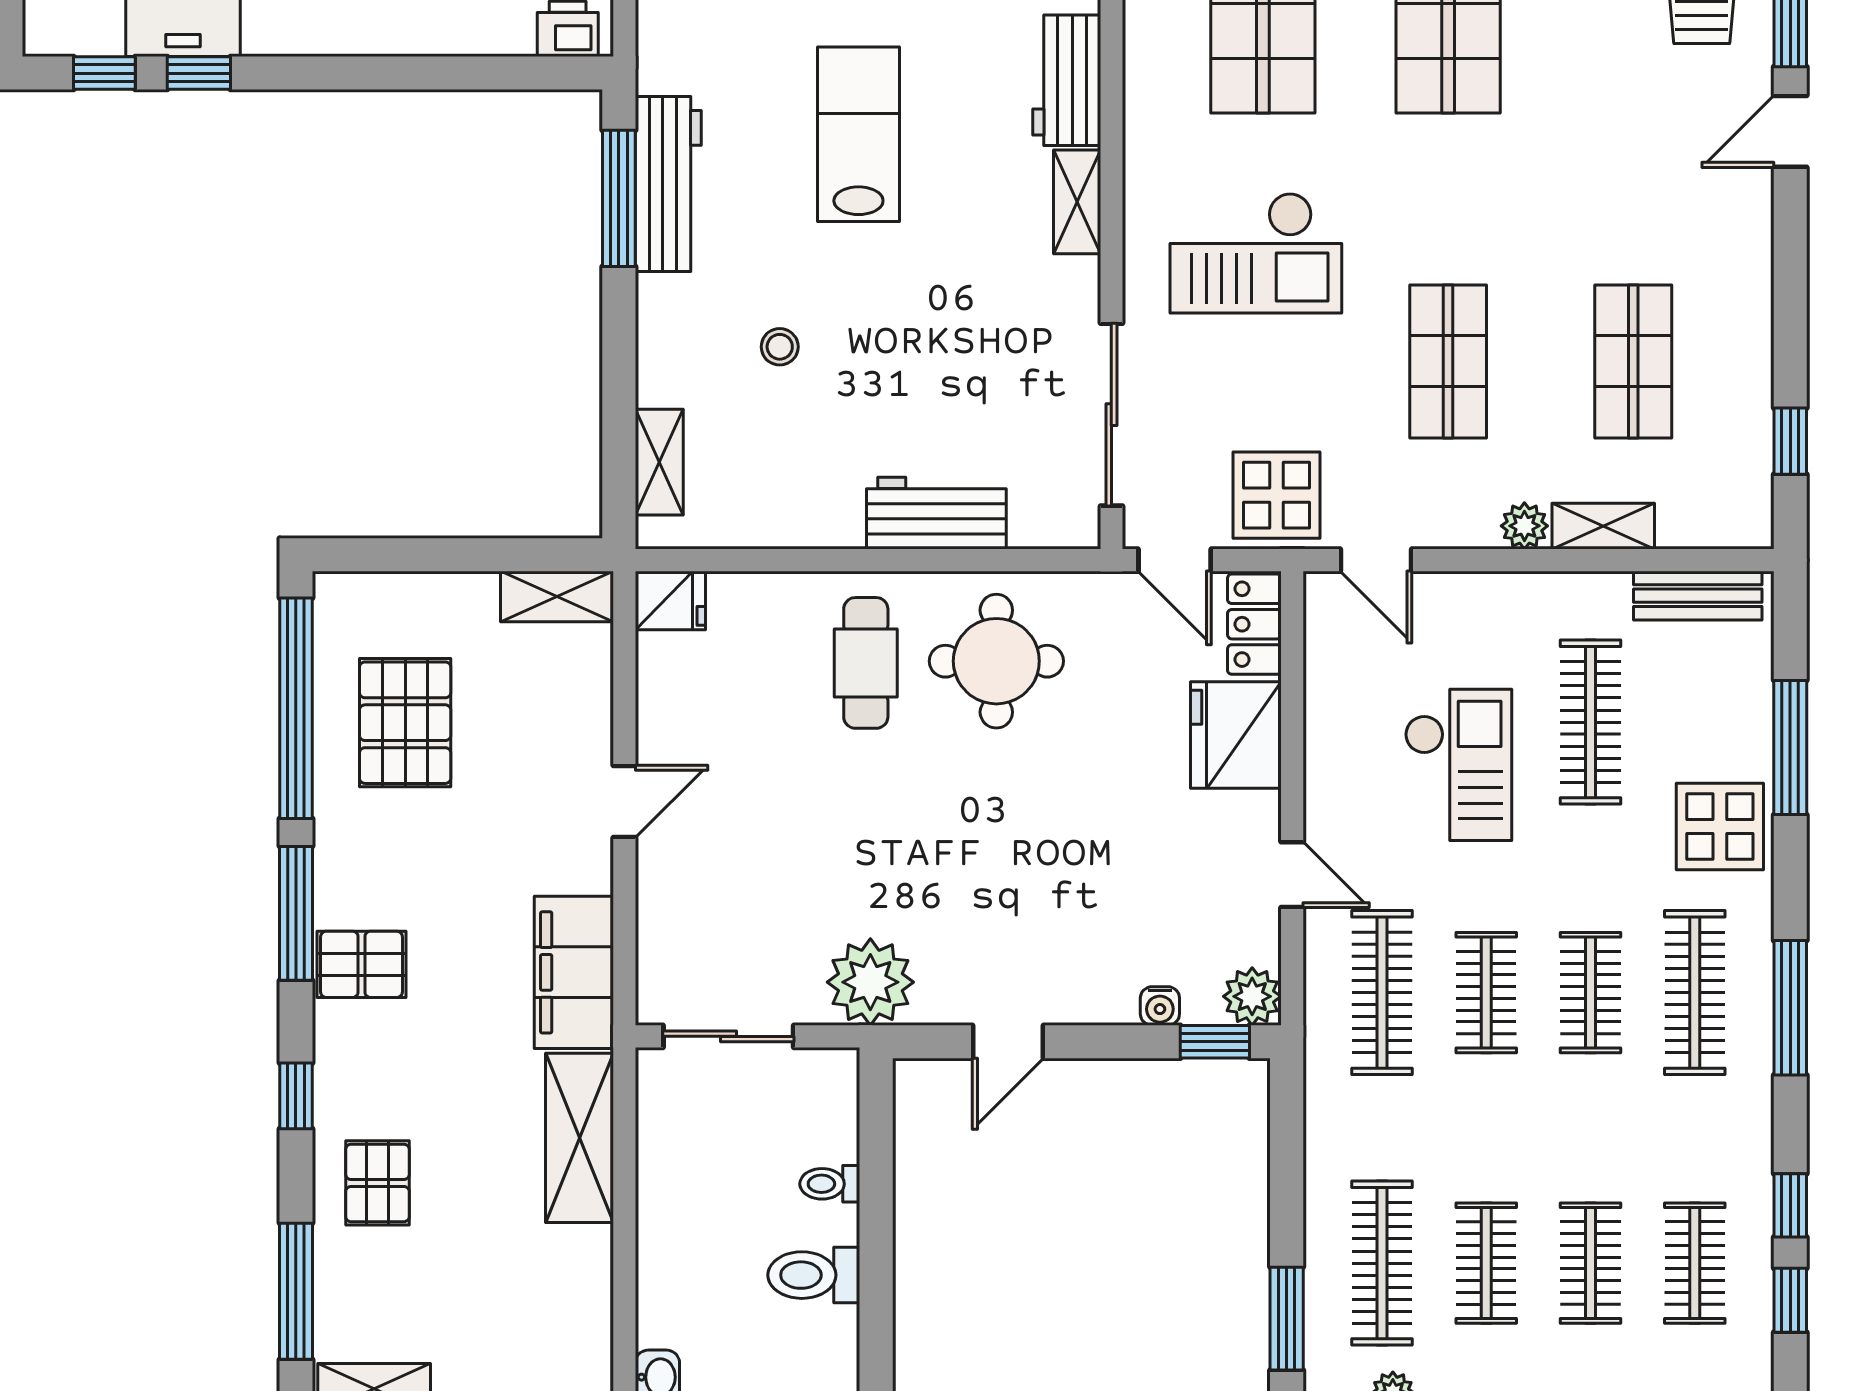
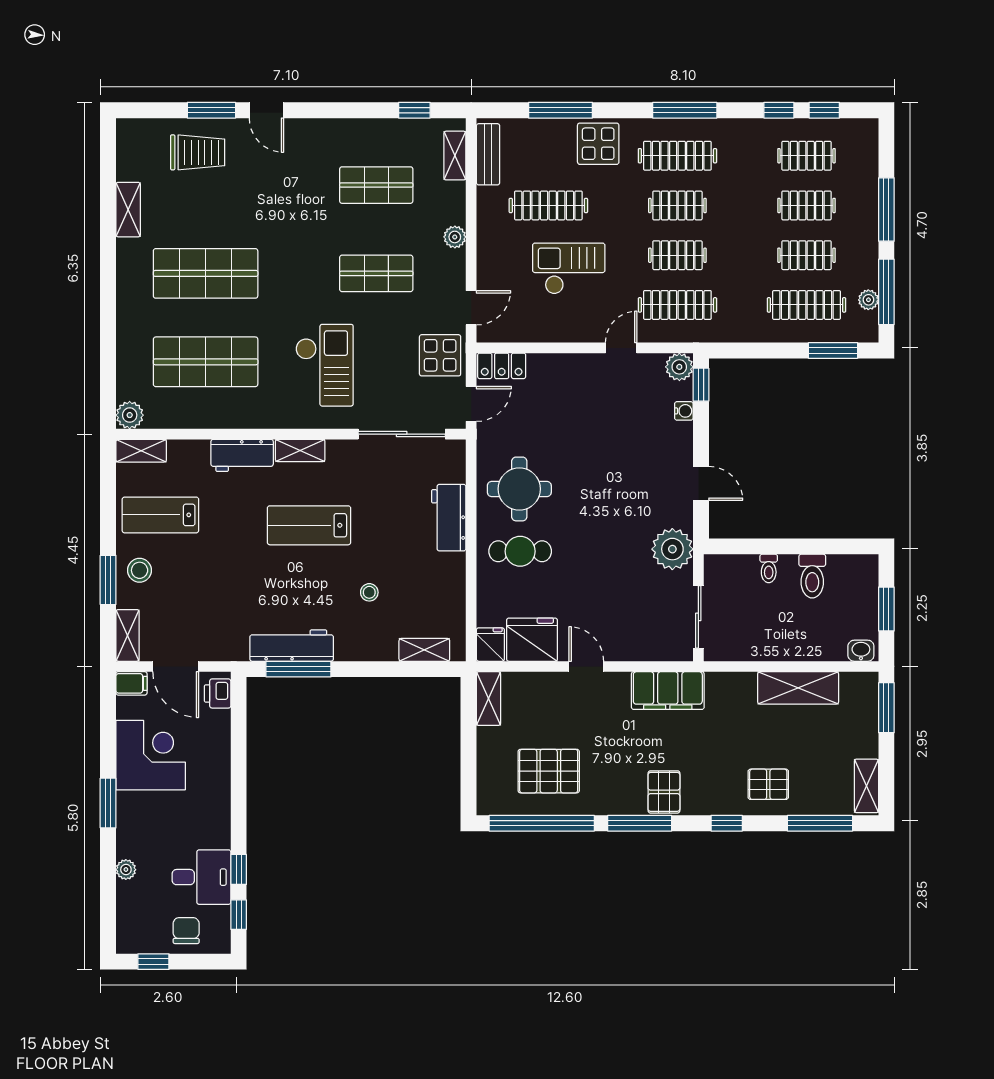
lab bench: (858, 134) -> (309, 525), moved
shelving: (1603, 526) -> (455, 156), moved
fridge: (1236, 735) -> (532, 640), moved, turned 180
shelving: (579, 1138) -> (798, 688), moved

